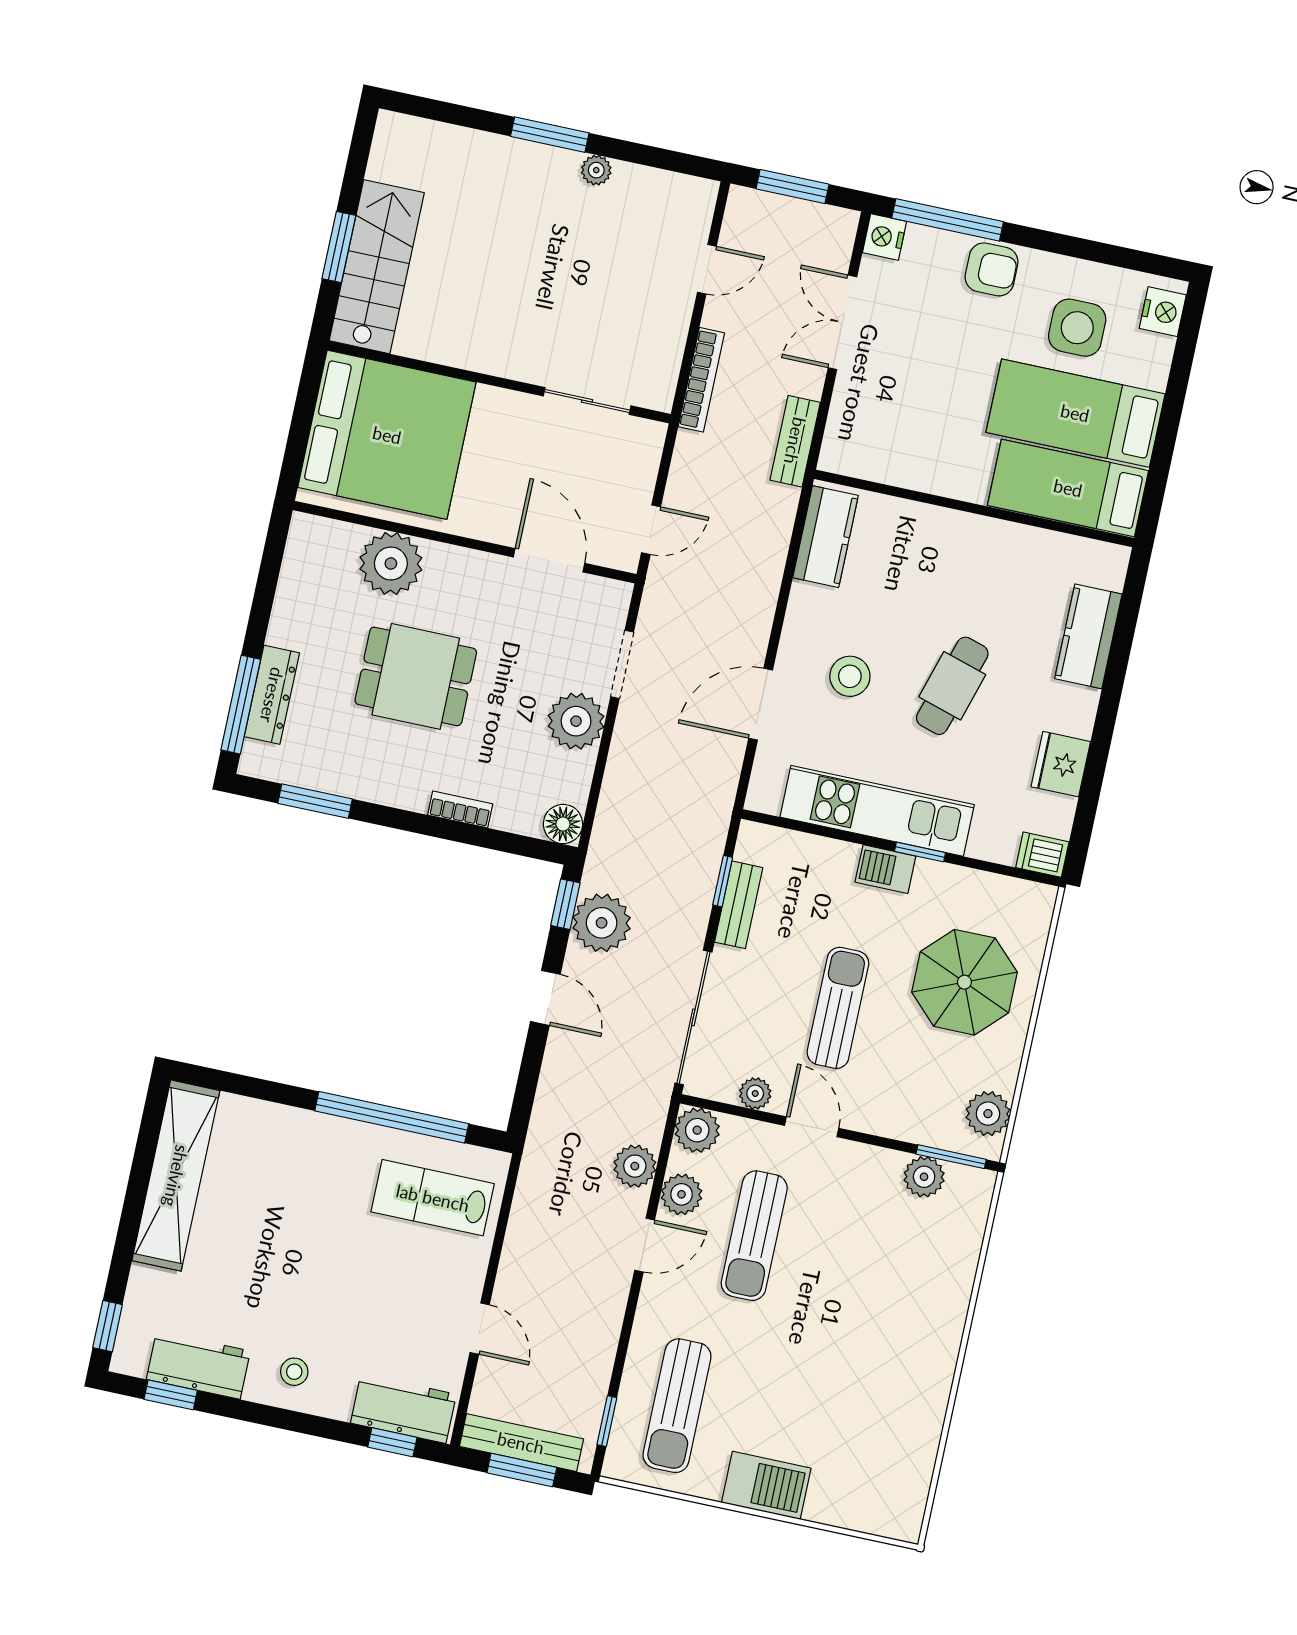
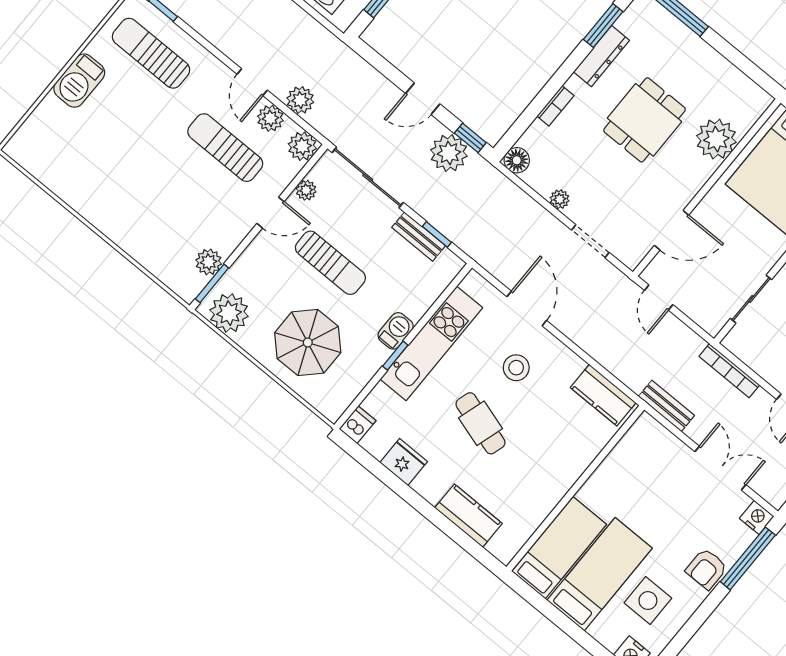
dresser: (272, 695) -> (602, 56), moved, turned -90
plant: (576, 721) -> (560, 199), width x0.53, depth x0.53
plant: (988, 1114) -> (229, 313), width x1.36, depth x1.36

